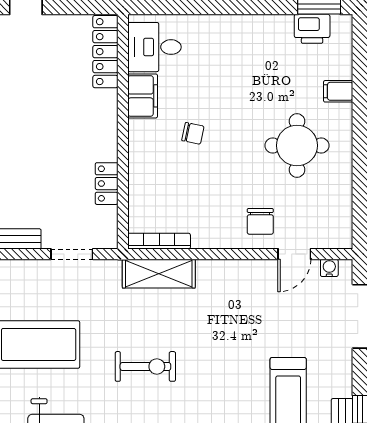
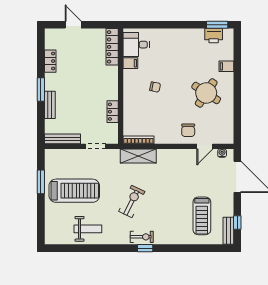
filing cabinet: (143, 96) -> (130, 63), width x0.50
round table: (297, 146) -> (206, 93), turned 33
exercise bike: (145, 366) -> (132, 201), turned -64

